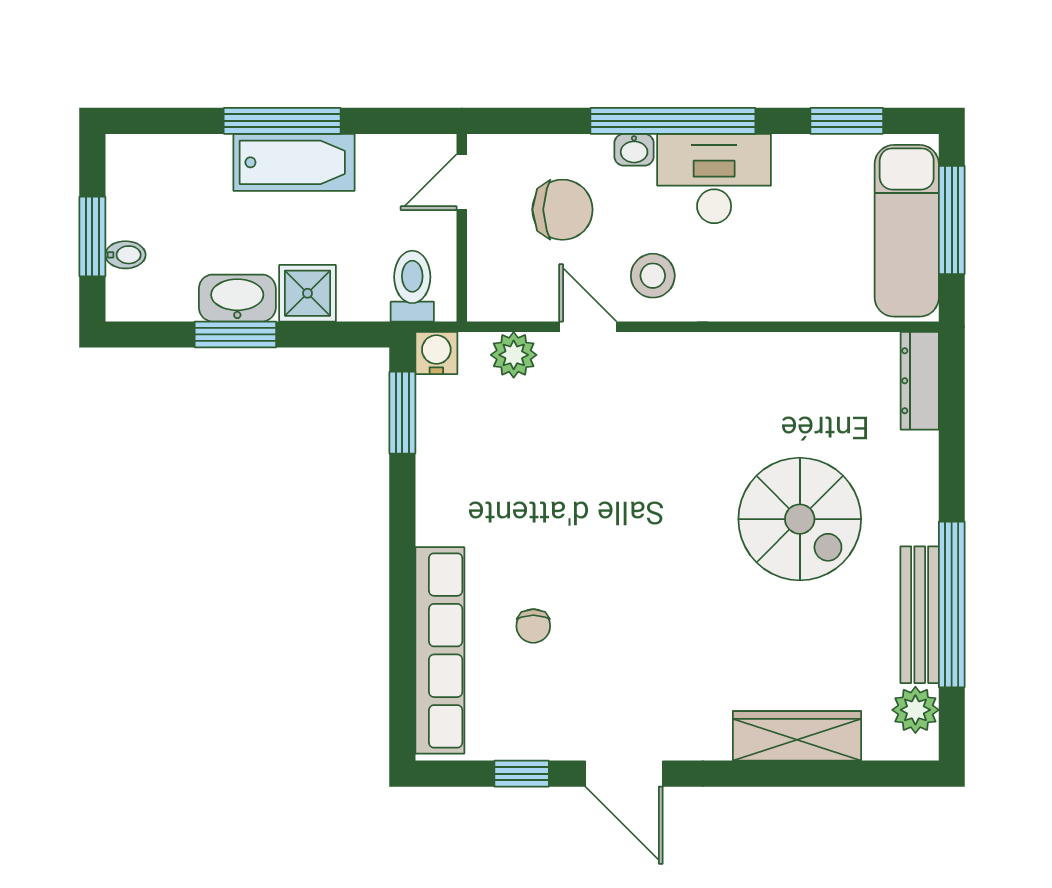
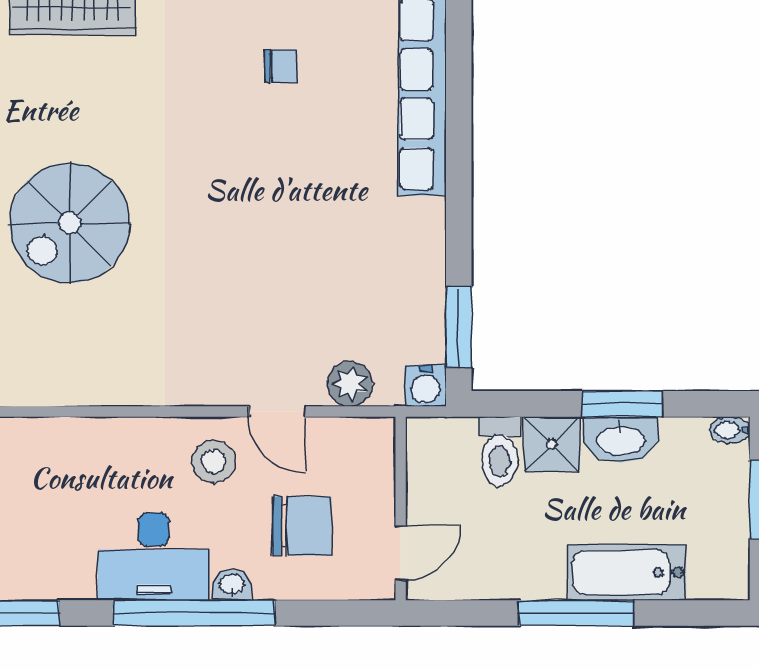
bathtub: (294, 162) -> (627, 572), moved
chair: (562, 210) -> (302, 526), turned 180
bidet: (125, 255) -> (730, 430), moved
toilet: (412, 286) -> (500, 451), moved
spiral stairs: (800, 519) -> (70, 223), turned -90
chair: (533, 626) -> (281, 66), moved, turned 90

